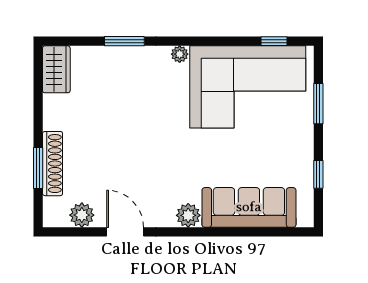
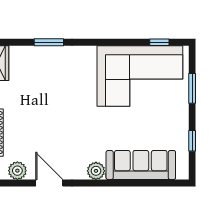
plant: (180, 54) -> (90, 52), removed

